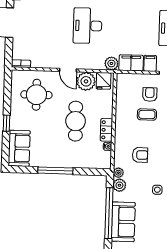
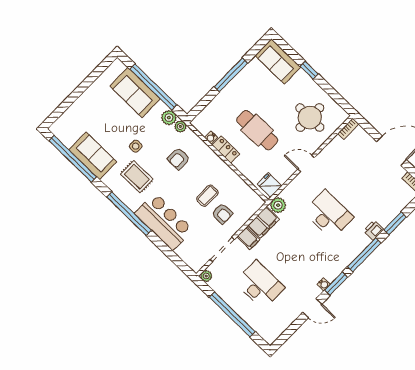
plant: (86, 81) -> (283, 170), removed

